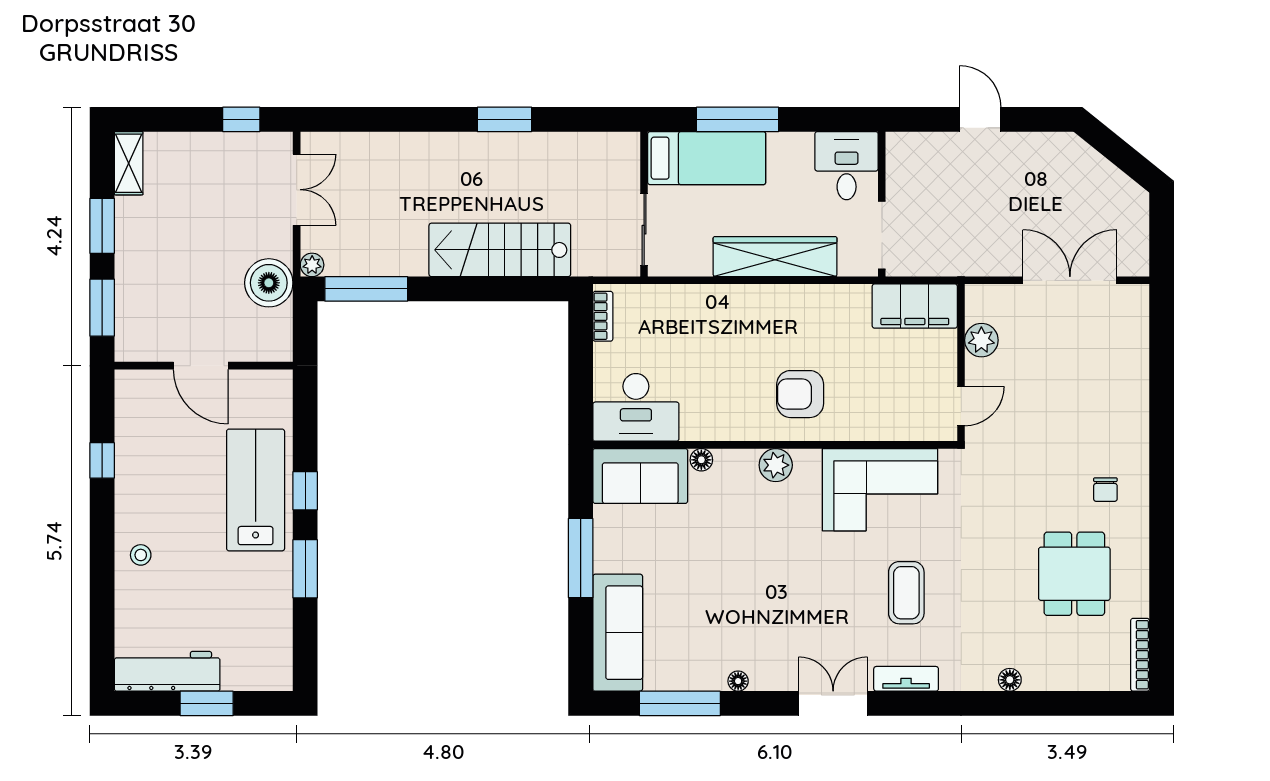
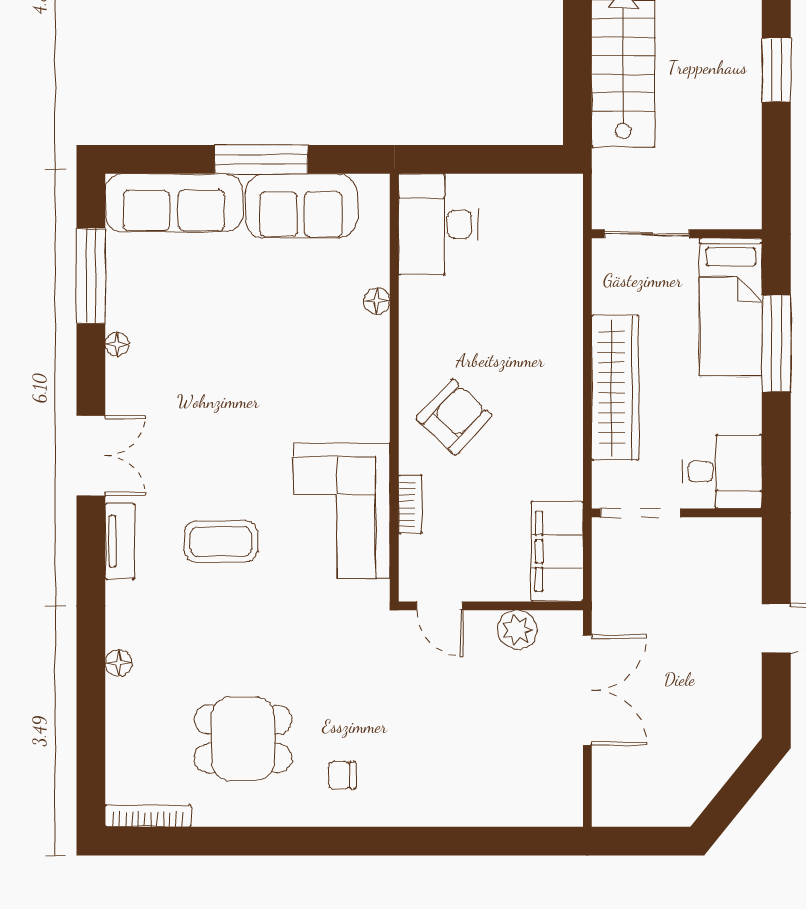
double door: (1070, 280) -> (587, 690), moved
bookcase: (603, 316) -> (410, 504), moved, turned -90
armchair: (800, 394) -> (454, 417), turned 43
plant: (776, 465) -> (371, 388), removed
sofa: (640, 476) -> (301, 206), moved, turned -90

